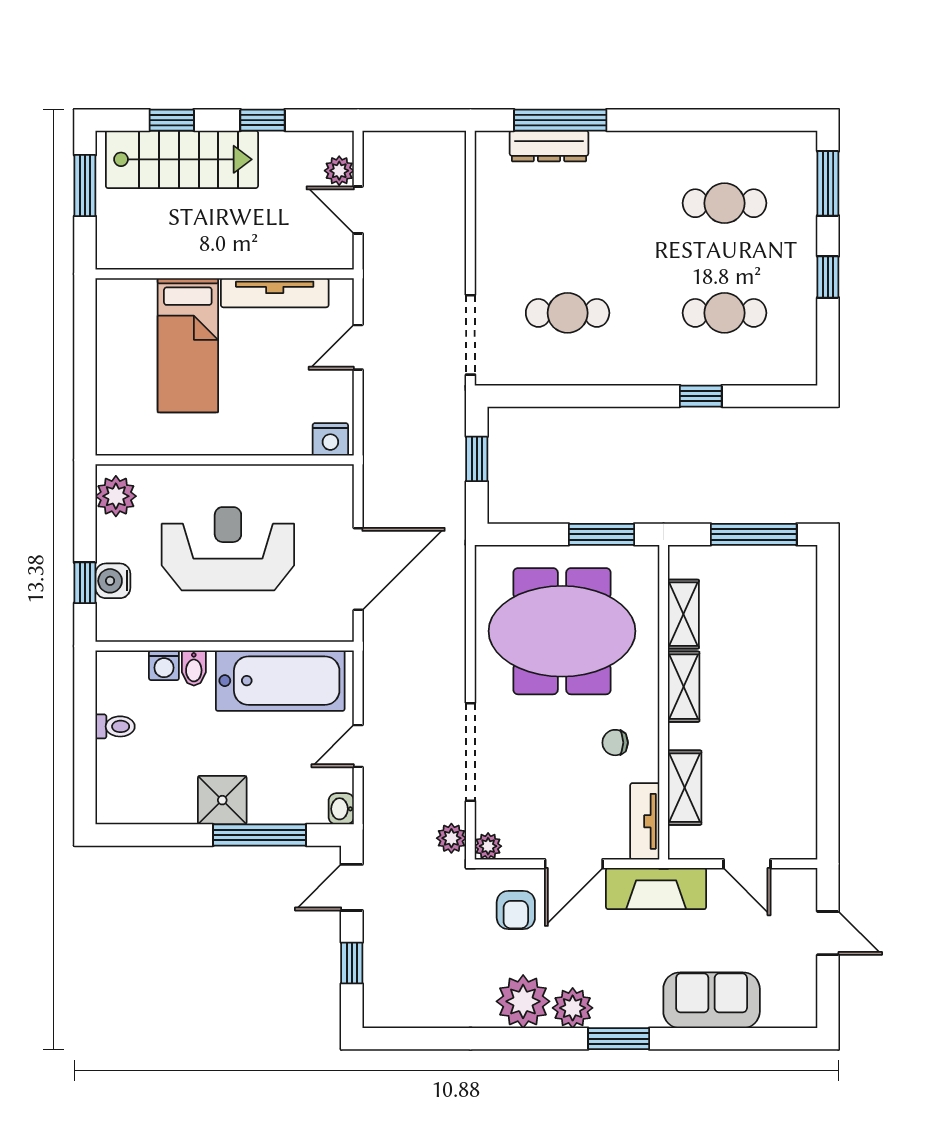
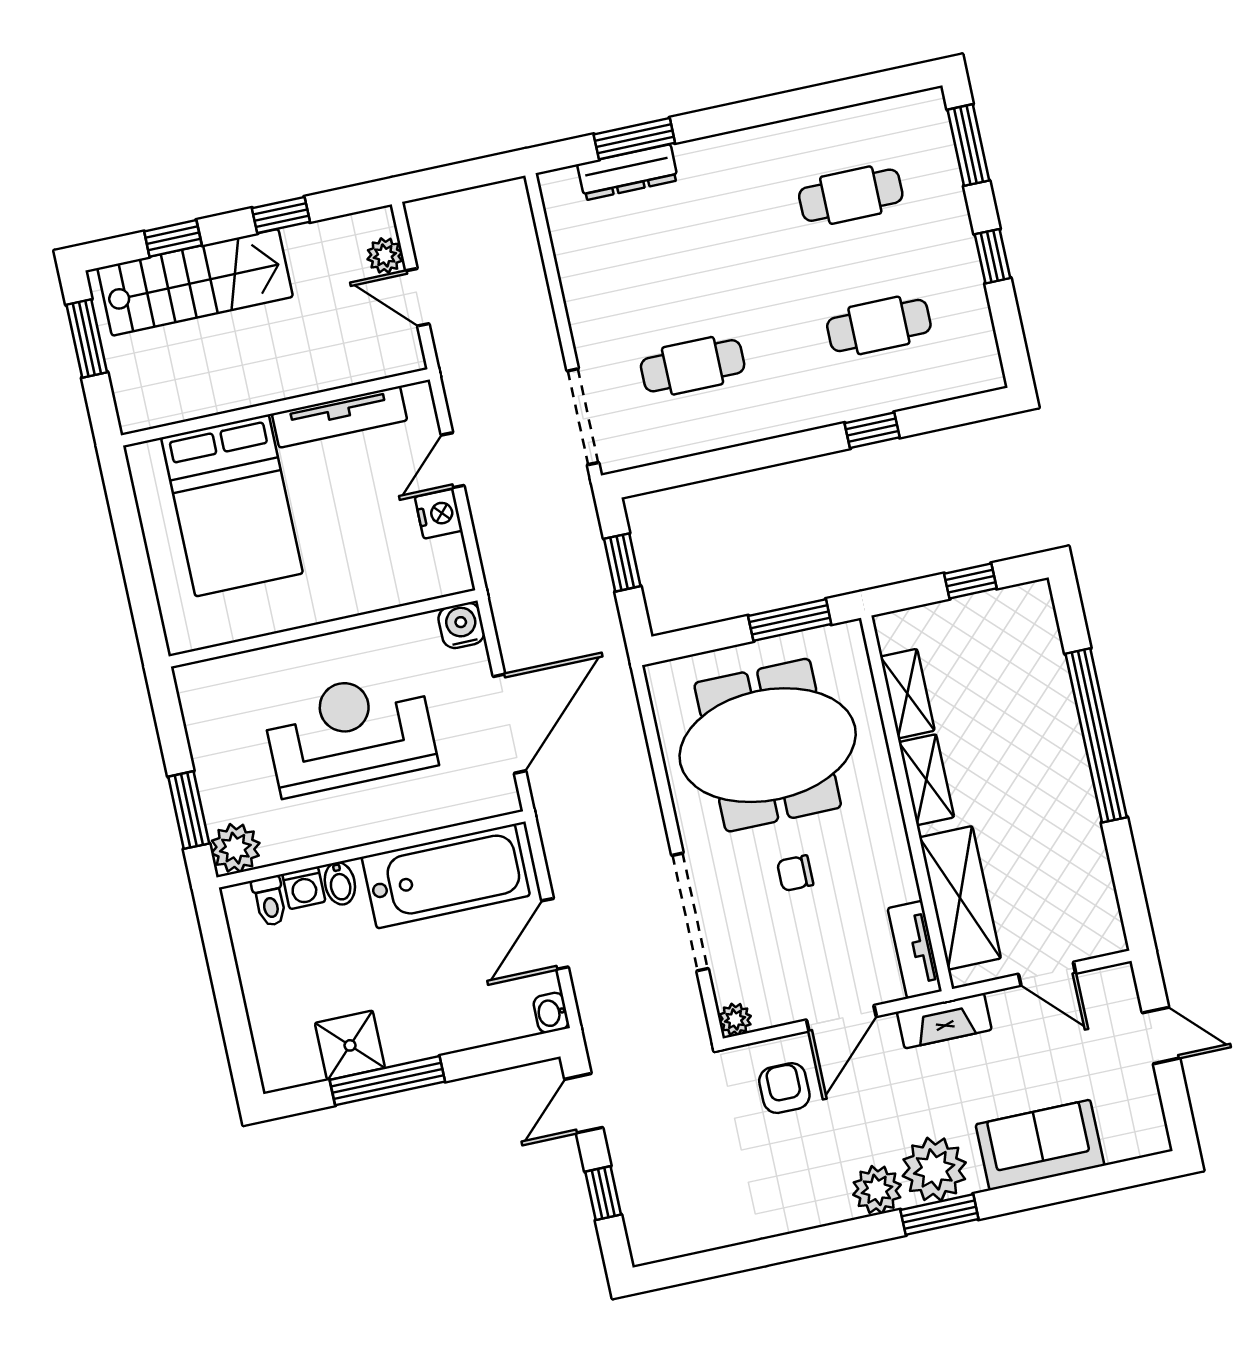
window: (560, 120) -> (634, 139), width x0.69
bed: (188, 345) -> (232, 505), width x1.50
nightstand: (330, 439) -> (439, 514), moved, turned -90
plant: (116, 496) -> (235, 848), moved
window: (754, 534) -> (970, 581), width x0.46
water cooler: (113, 581) -> (461, 625), moved, turned 90
window: (85, 583) -> (189, 810), width x1.50
window: (828, 681) -> (1096, 735), added
toilet: (115, 726) -> (270, 901), moved, turned 90
chair: (615, 743) -> (795, 873), moved
door: (358, 746) -> (555, 934), width x1.38
shelving: (685, 788) -> (960, 898), width x1.50, depth x1.33
shower: (222, 800) -> (350, 1045), moved
window: (260, 835) -> (387, 1081), moved
plant: (451, 838) -> (689, 1019), removed
fireplace: (656, 889) -> (944, 1021), width x0.73, depth x0.76
armchair: (516, 910) -> (784, 1088), turned 180
plant: (523, 1001) -> (934, 1169), moved

